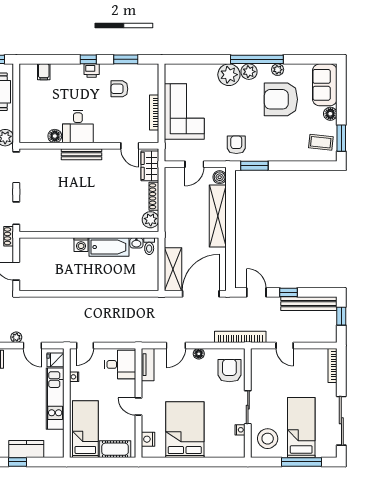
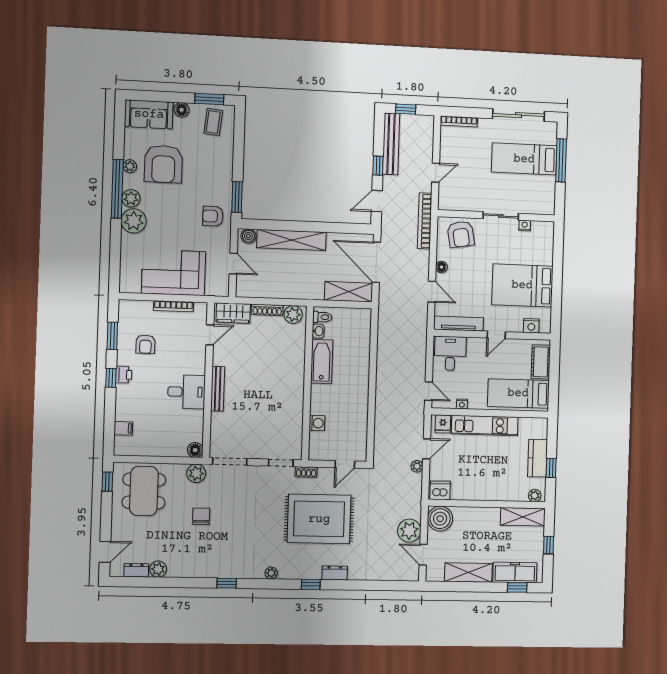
floor lamp: (55, 136) -> (195, 450), moved
washing machine: (81, 245) -> (317, 423), moved
tv unit: (148, 365) -> (459, 324), width x1.41
armchair: (229, 371) -> (461, 234), turned -100
stool: (268, 439) -> (535, 196), removed

